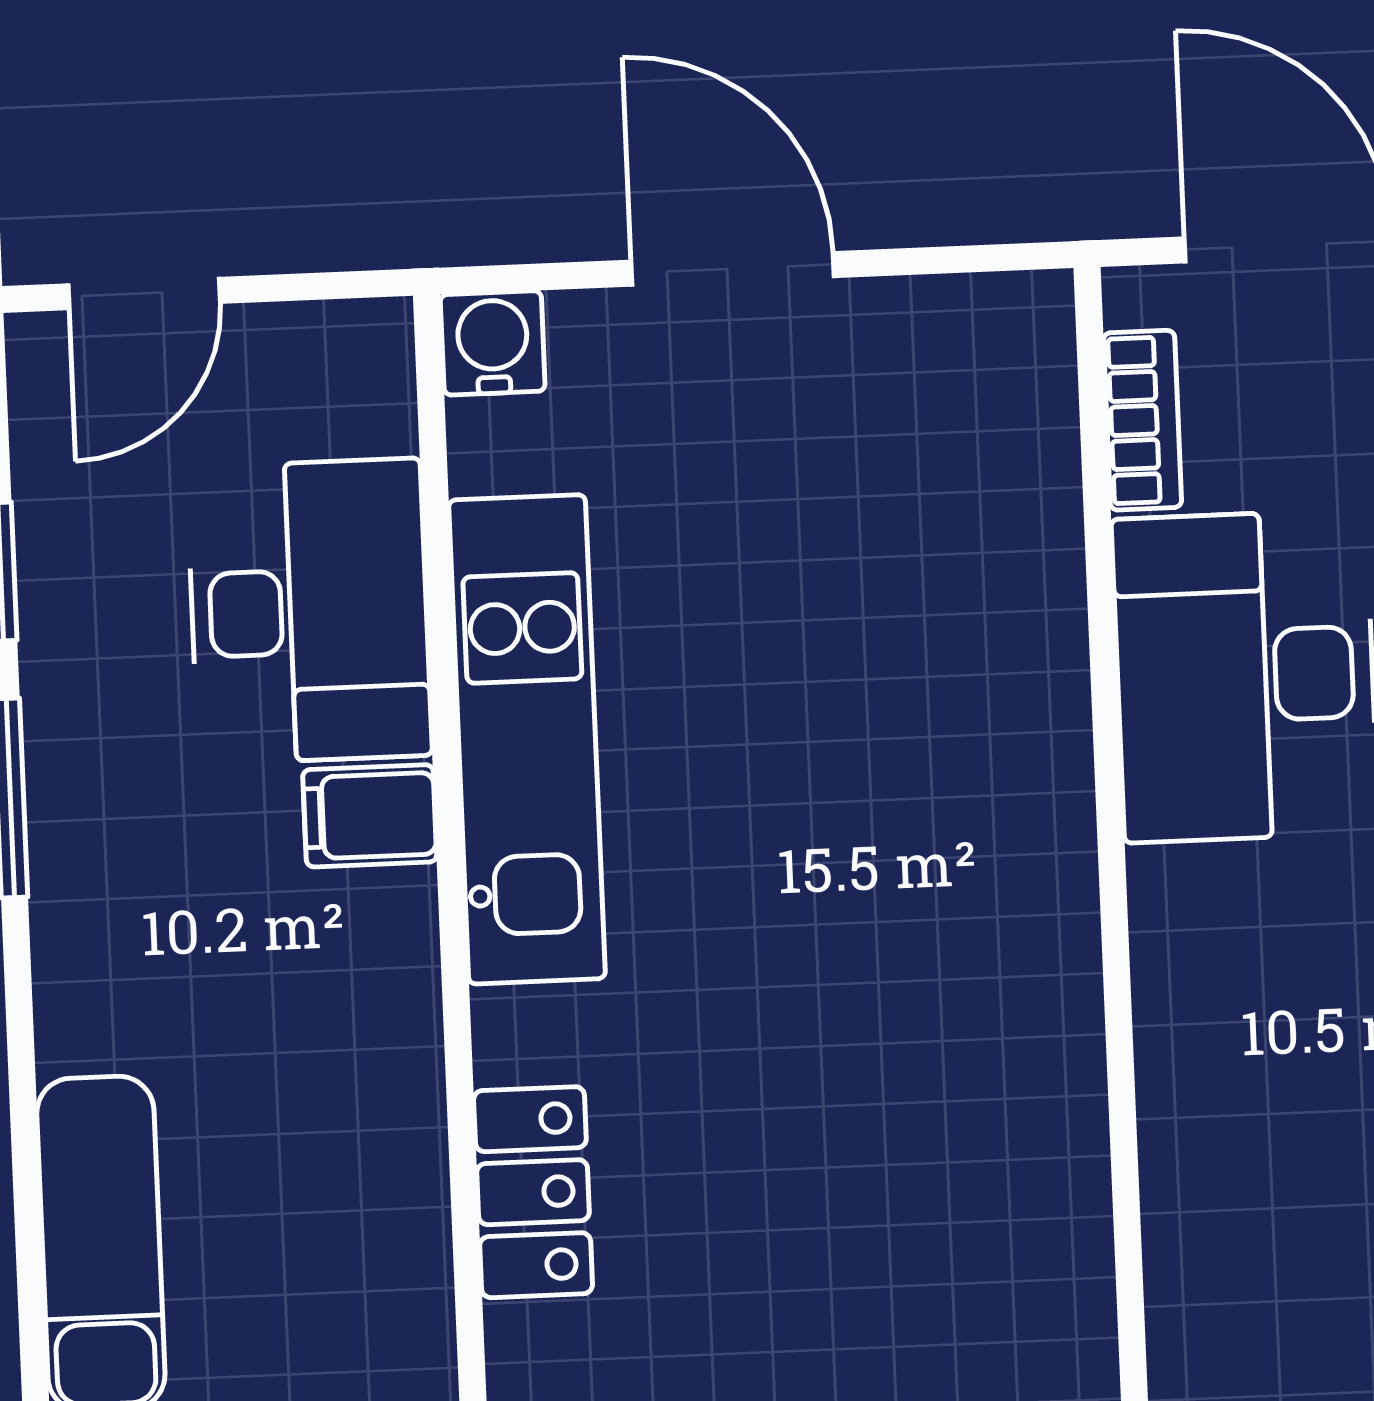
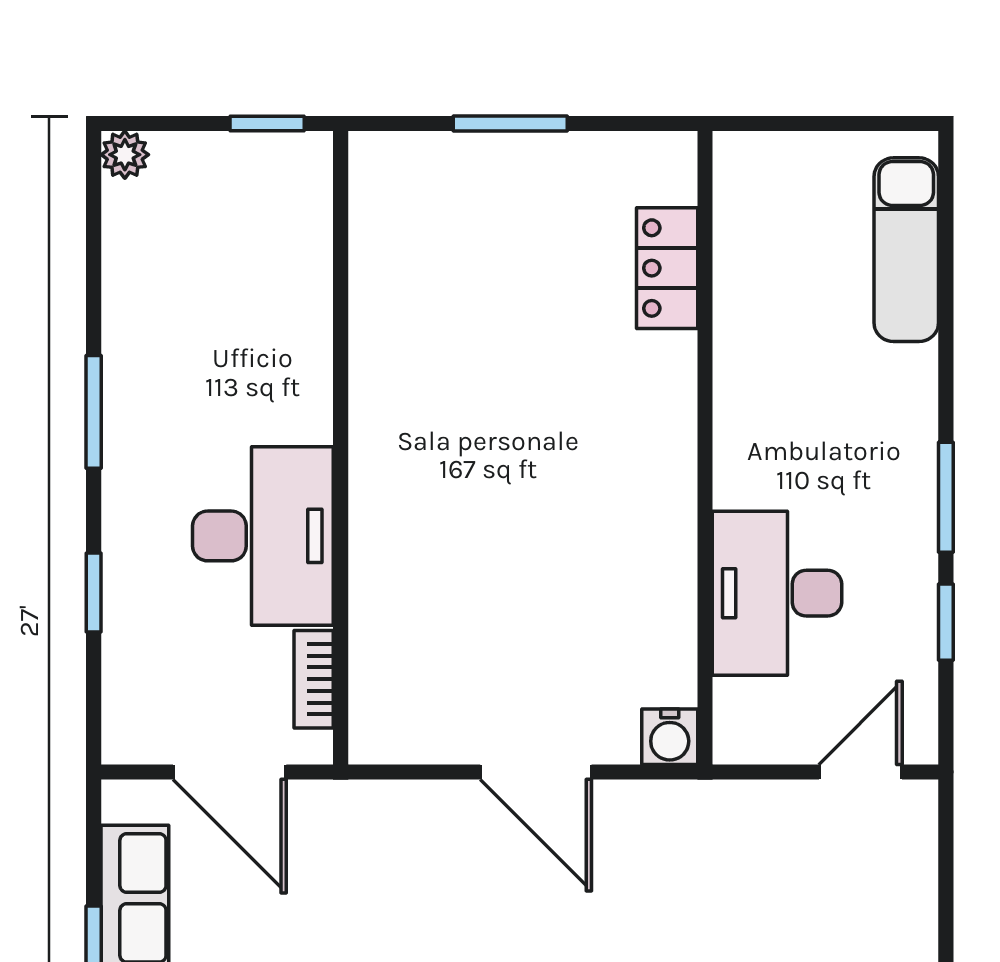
kitchen unit: (527, 739) -> (660, 518), removed
filing cabinet: (370, 816) -> (748, 479), removed

